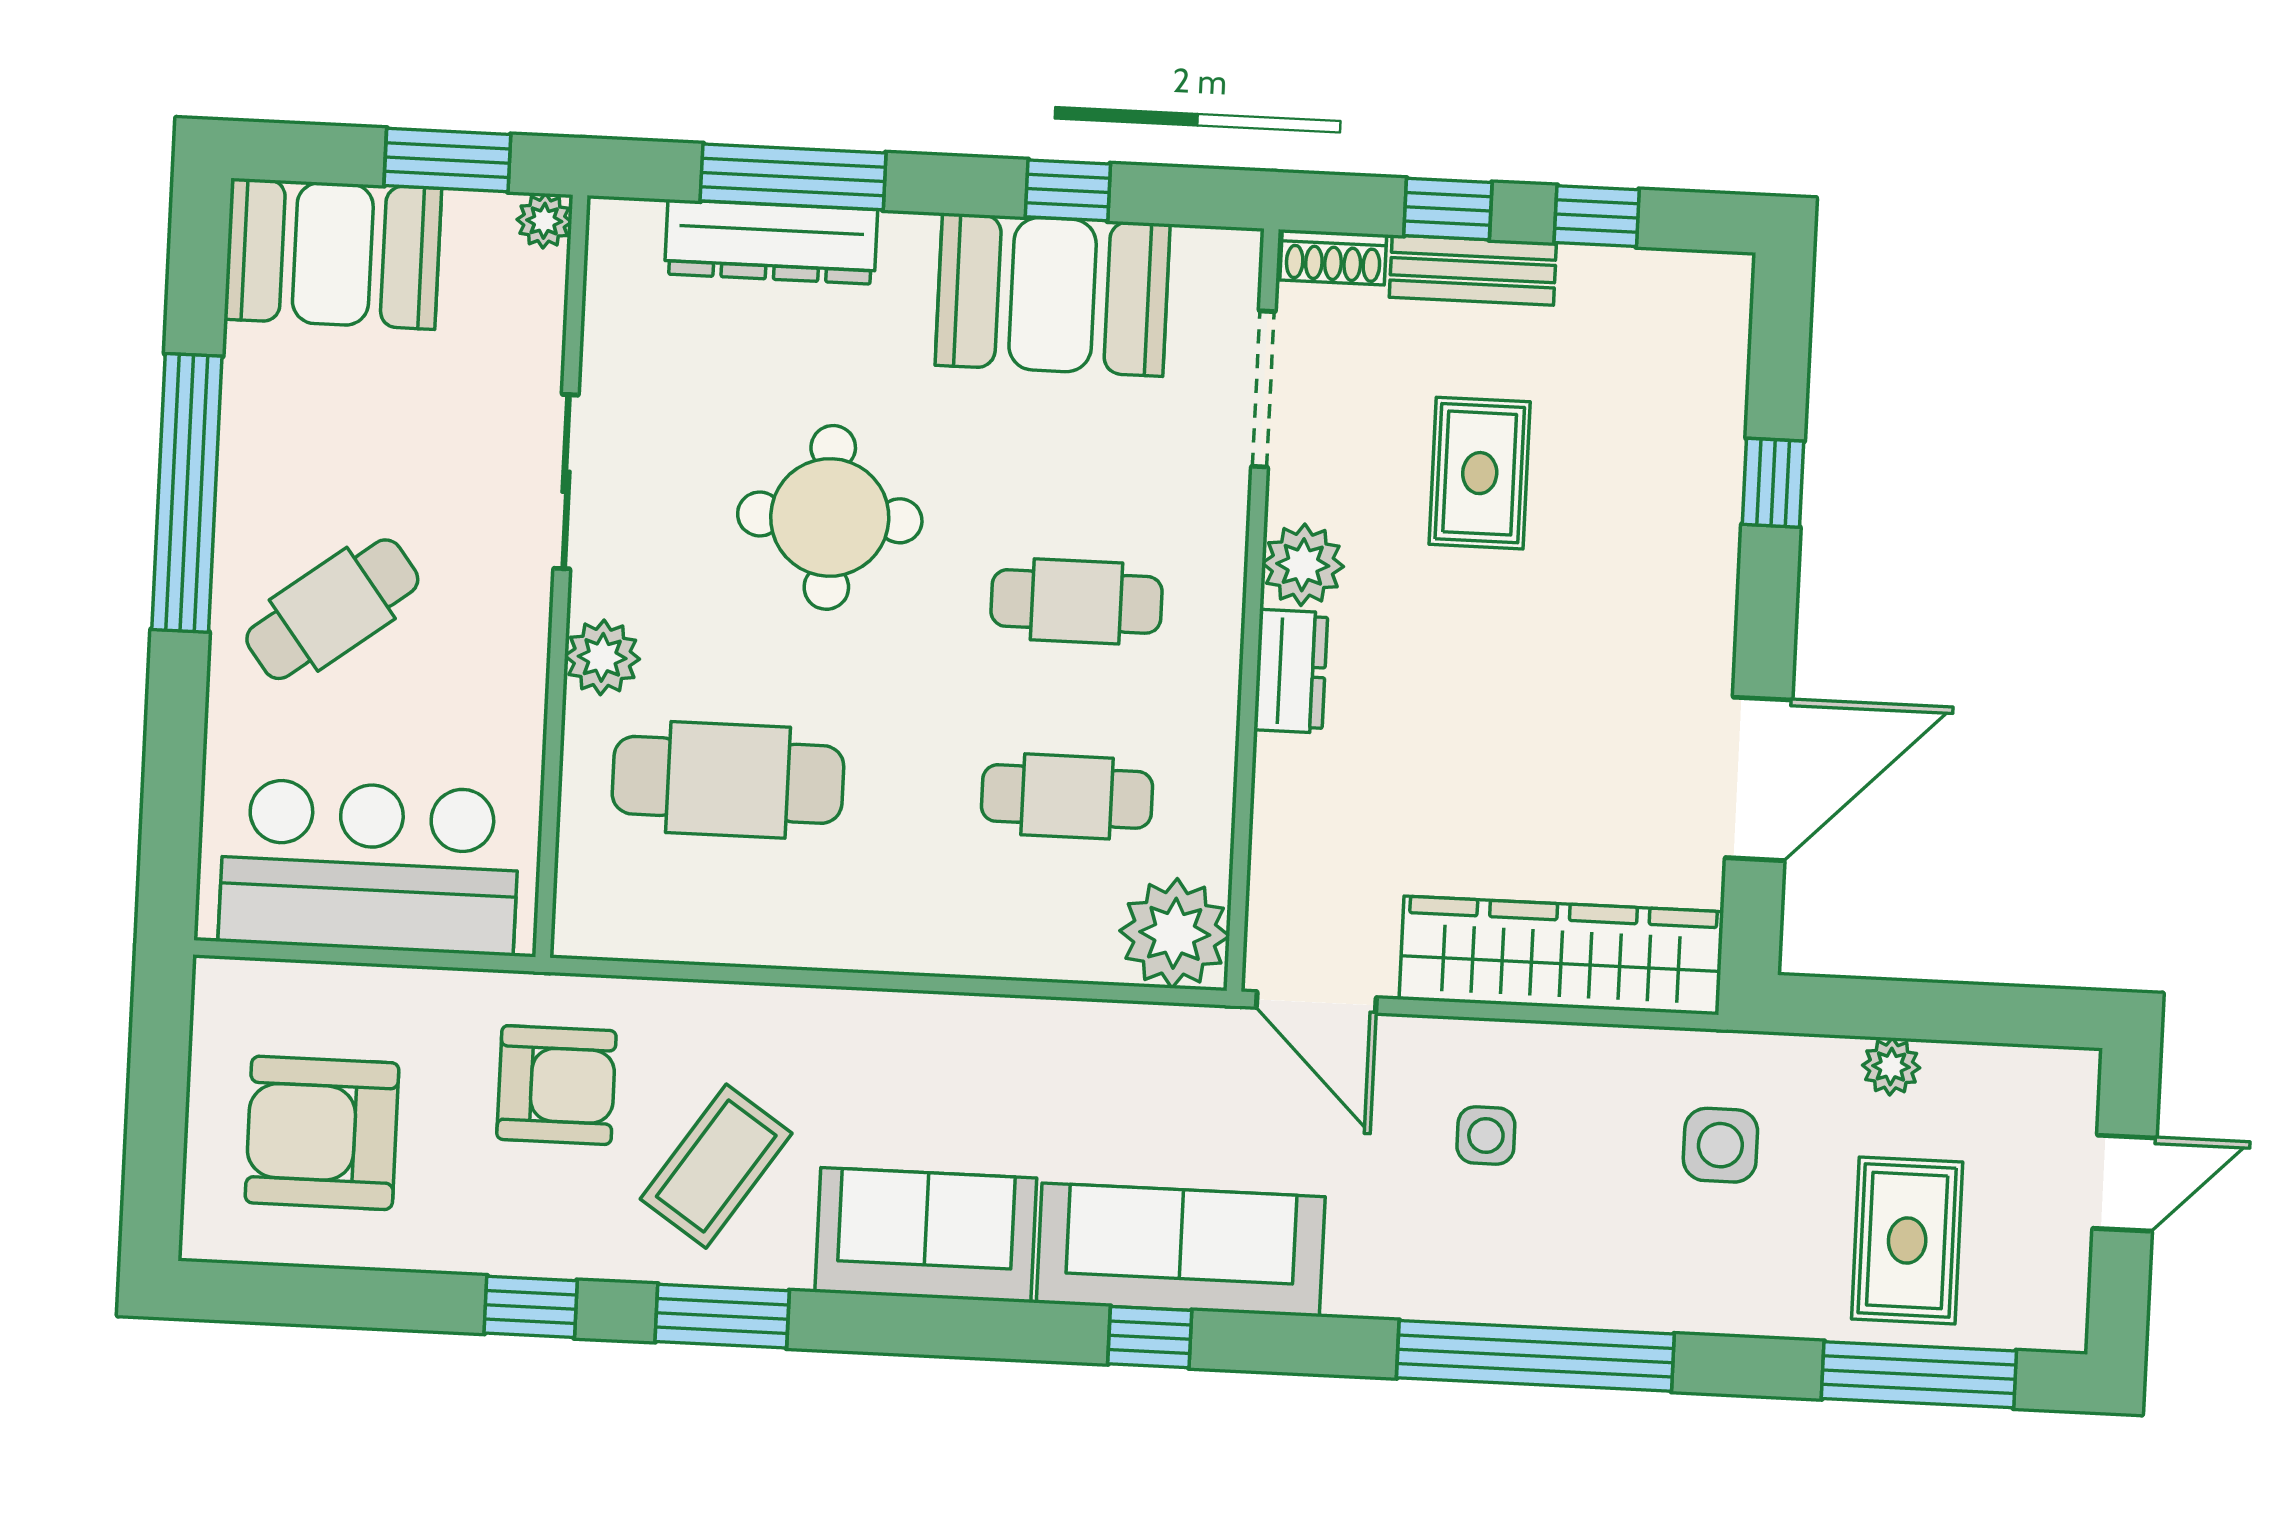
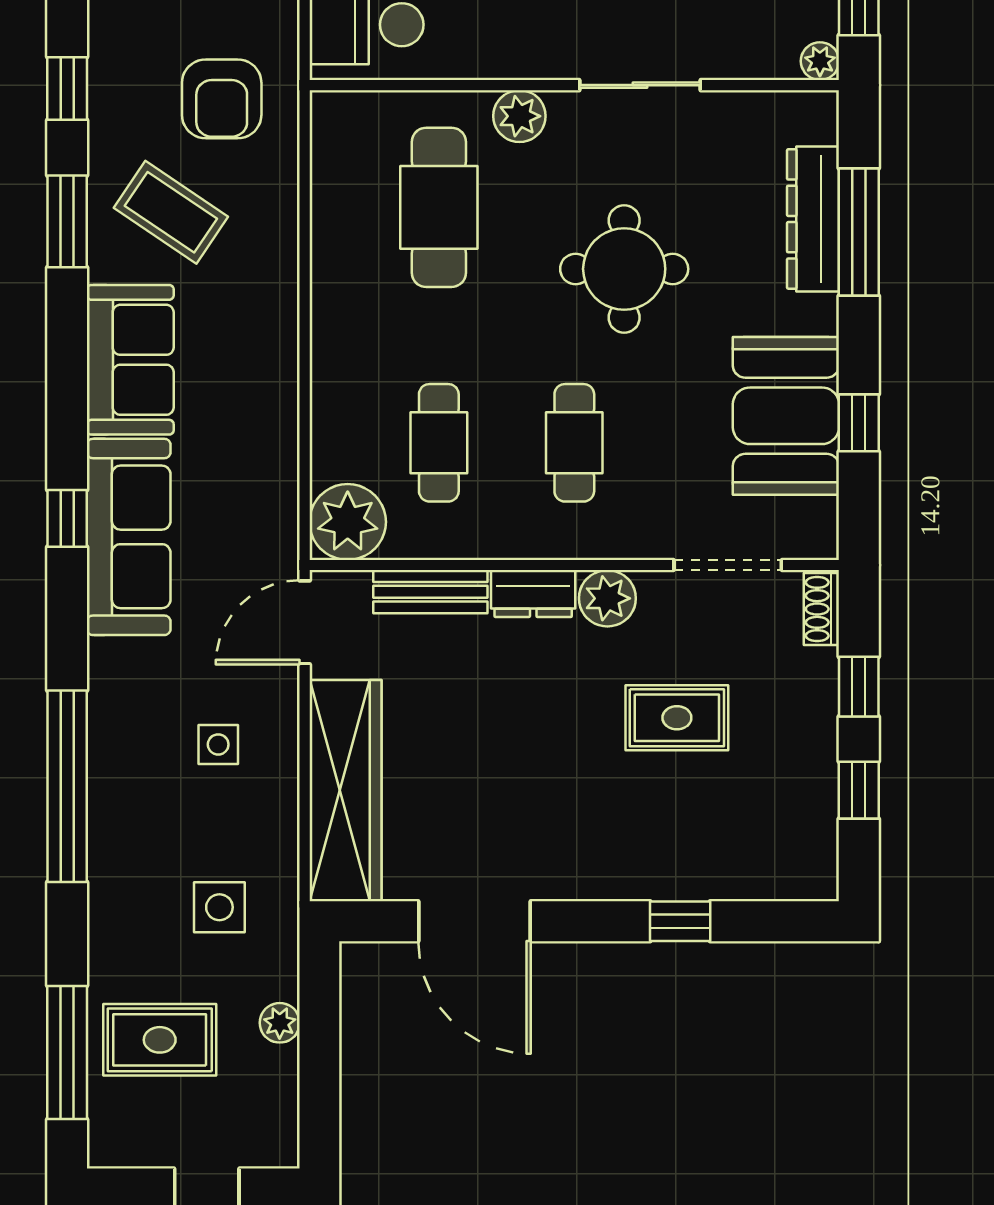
bench: (1473, 270) -> (430, 592), moved, turned 90

